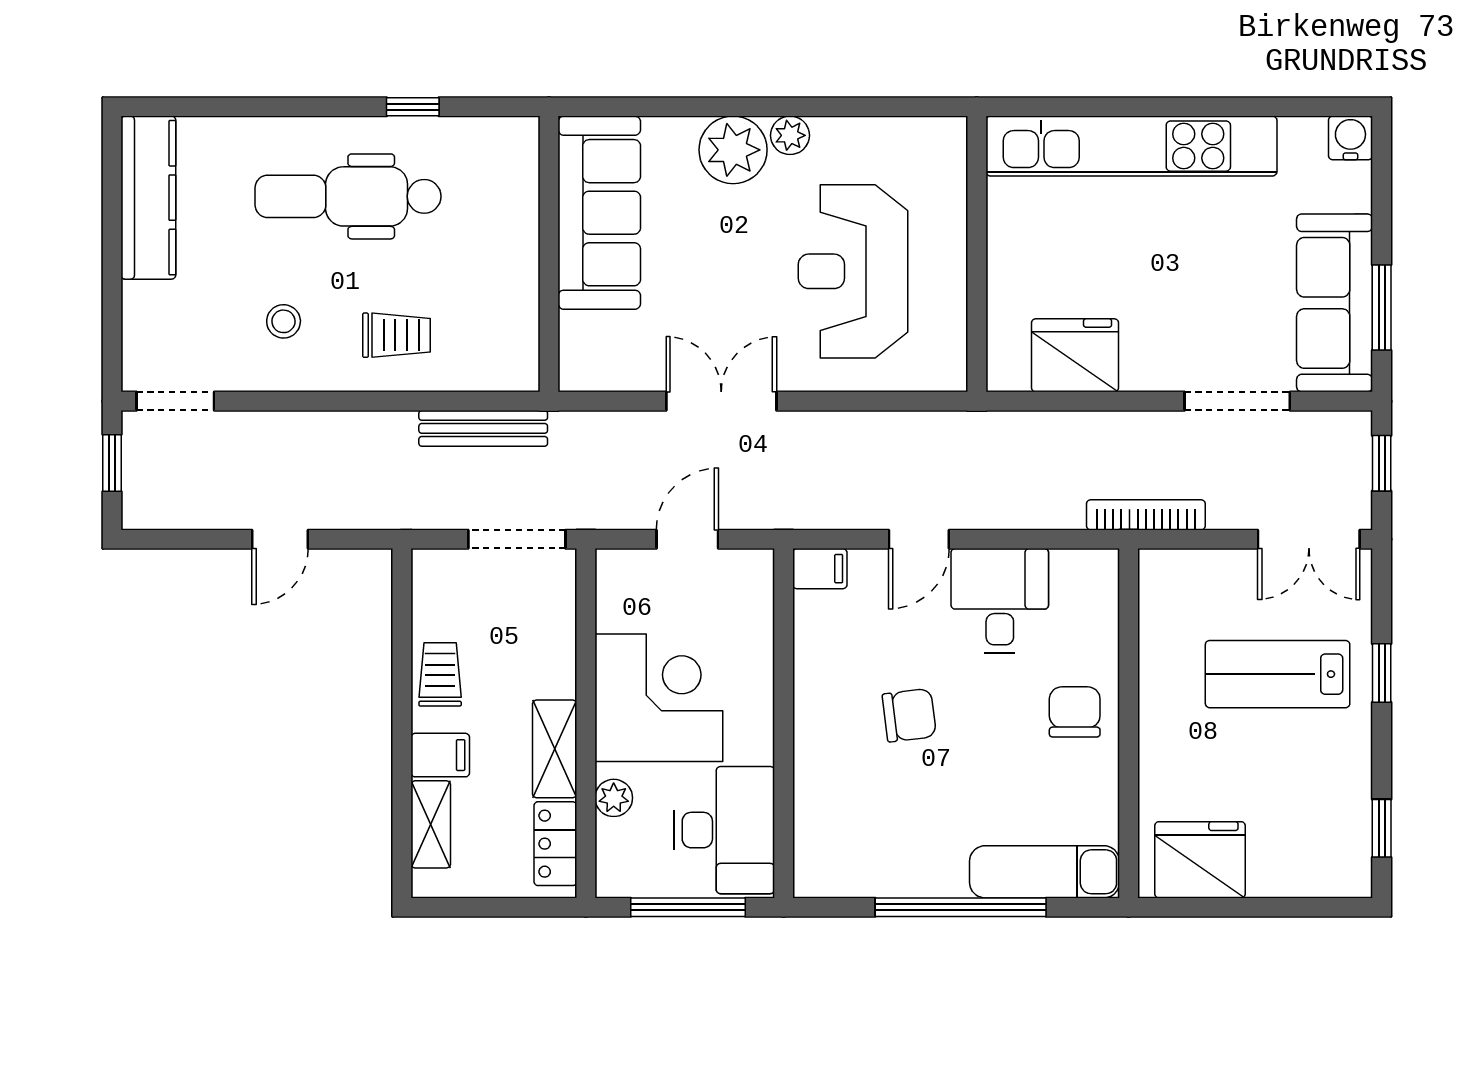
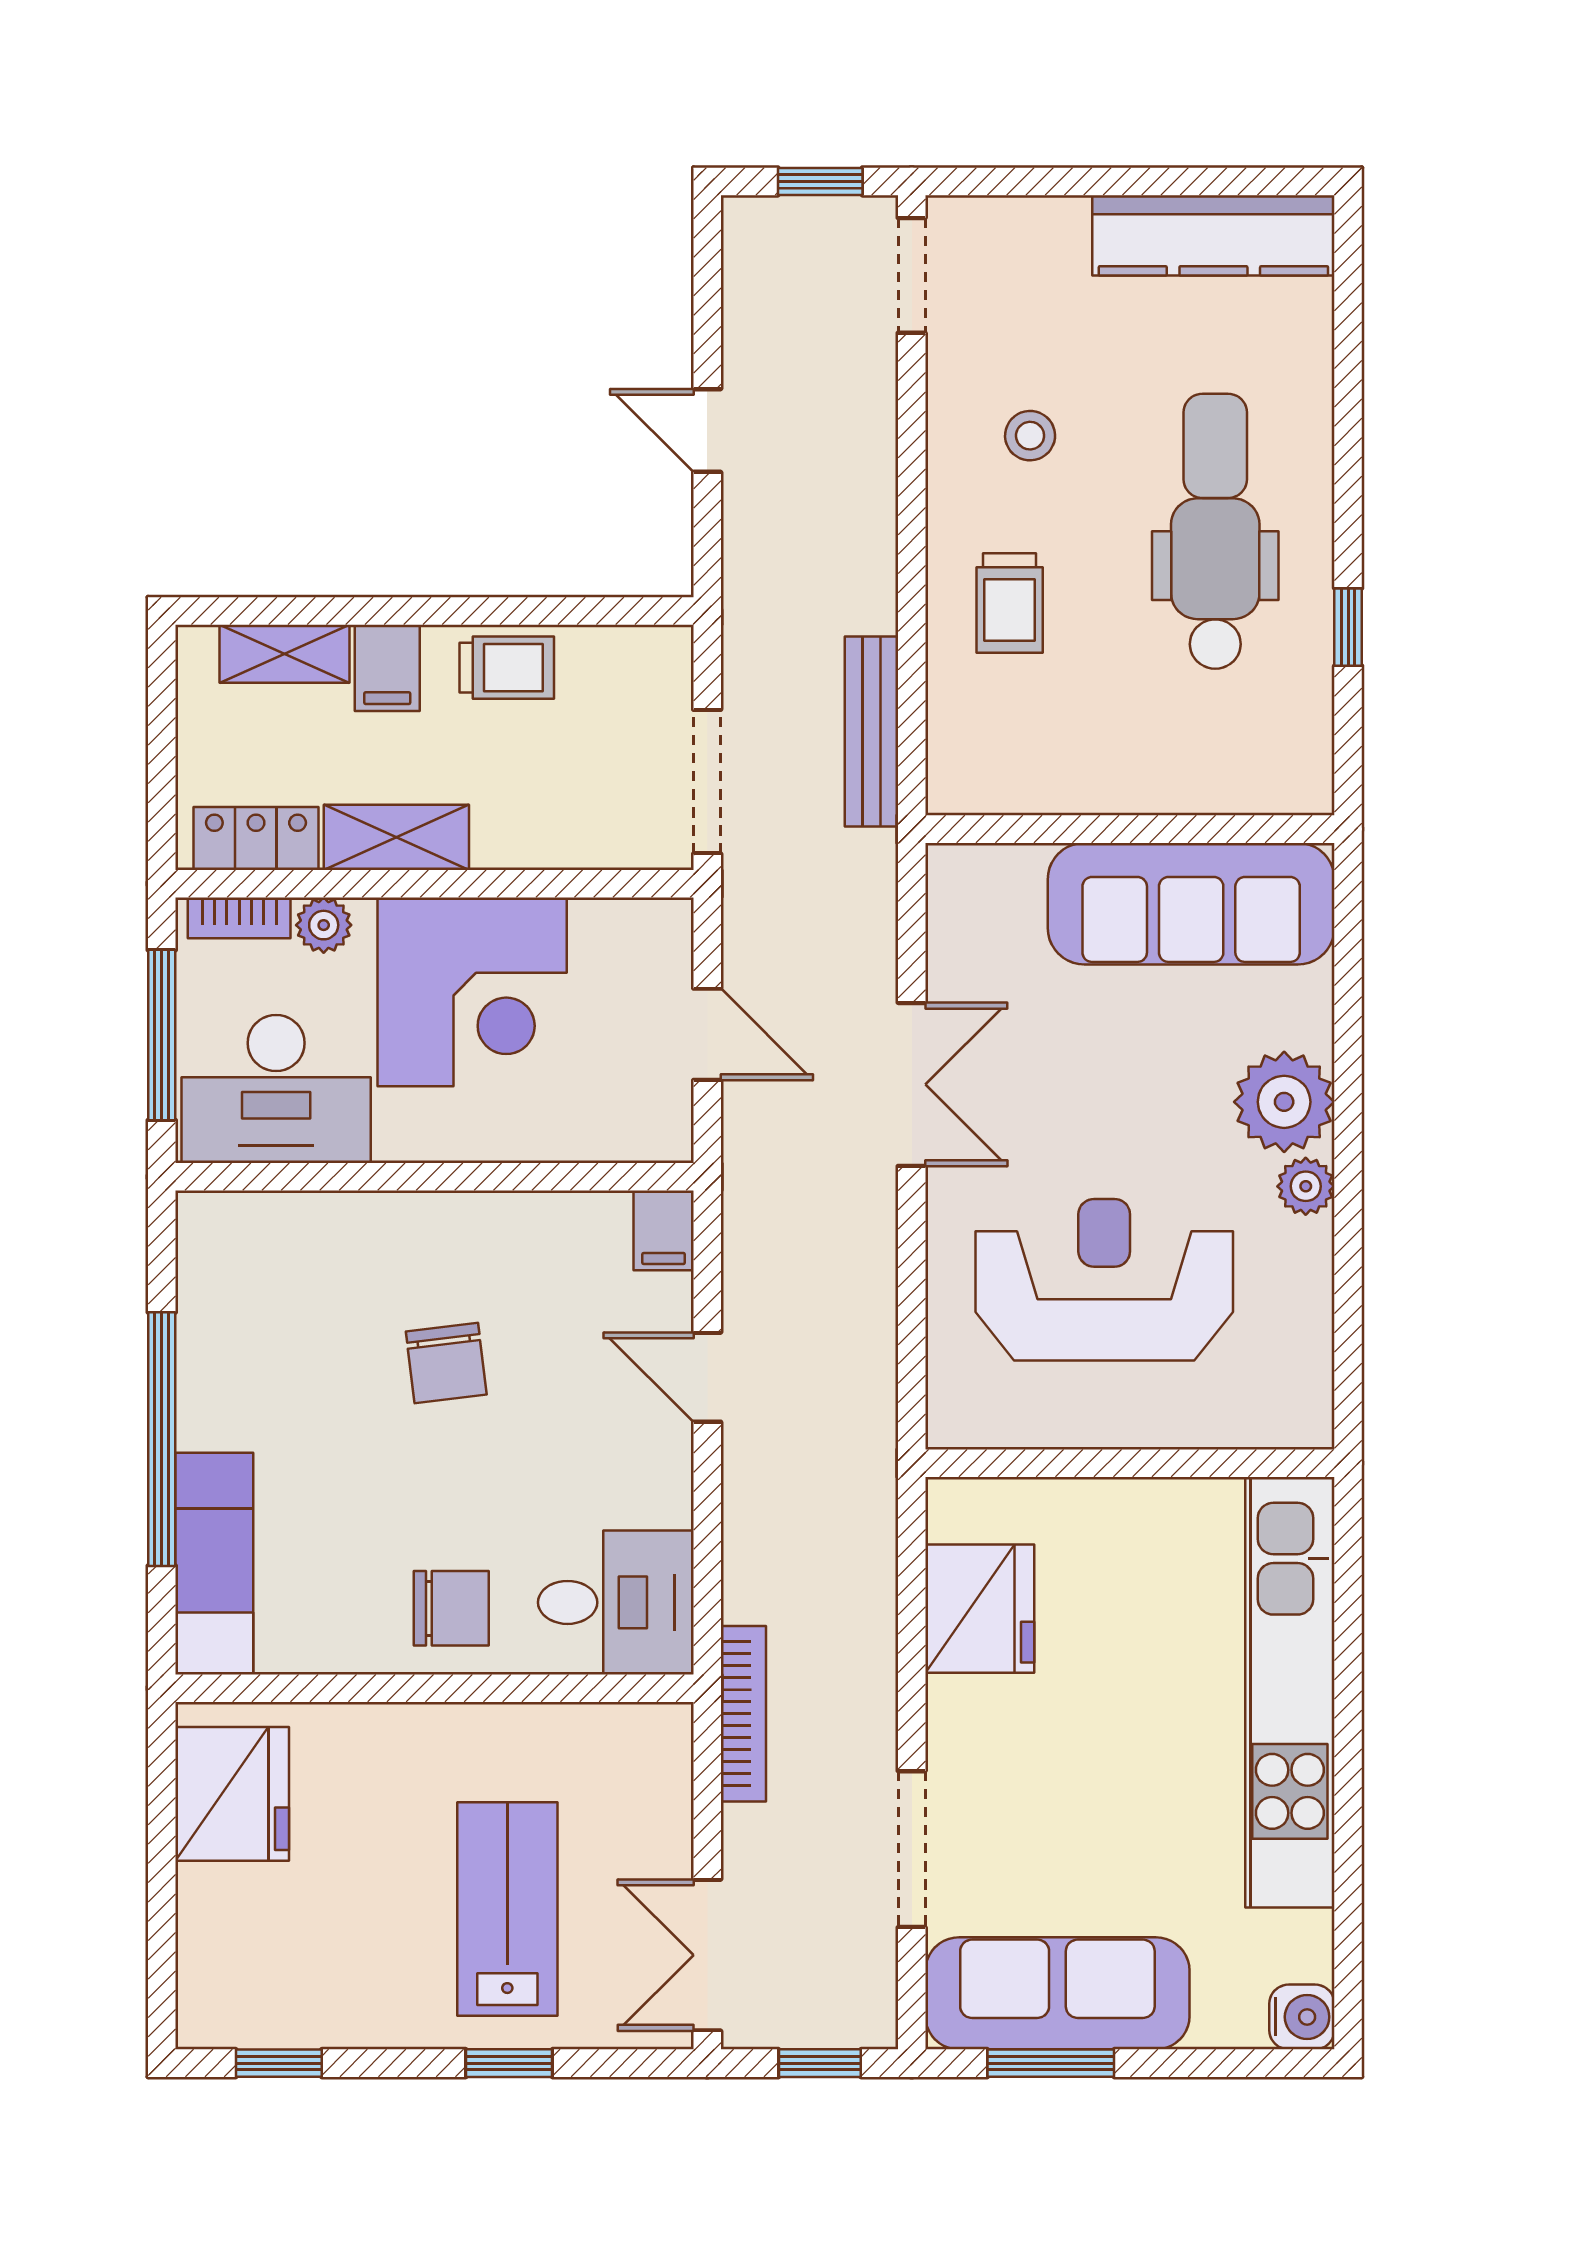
desk: (1000, 601) -> (616, 1602), moved
bookcase: (609, 855) -> (239, 918), added

